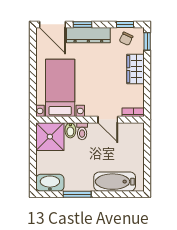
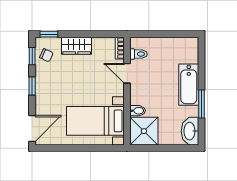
window: (82, 24) -> (32, 86), moved
dresser: (88, 35) -> (43, 93), removed
door: (108, 120) -> (127, 73), swing flipped
toilet: (82, 131) -> (139, 54), moved
bathtub: (115, 182) -> (189, 85), moved

